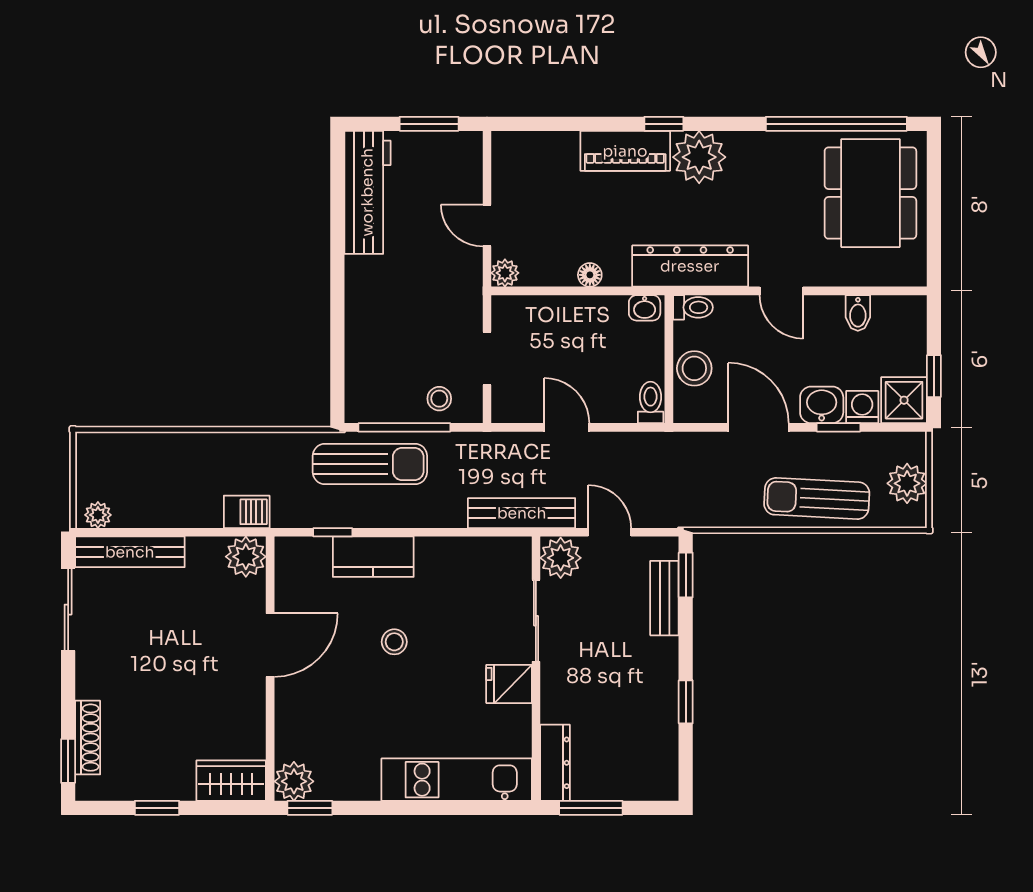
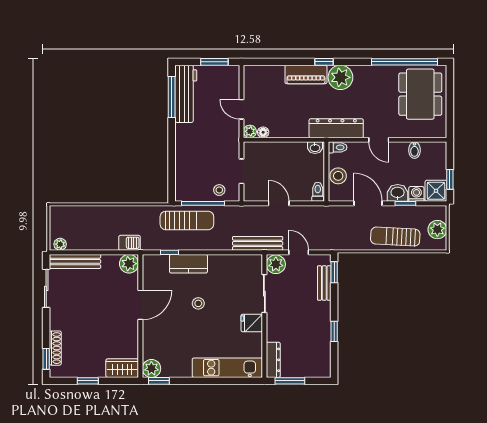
window: (337, 199) -> (172, 97), added
floor lamp: (590, 275) -> (263, 132), moved

